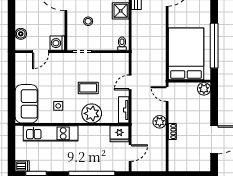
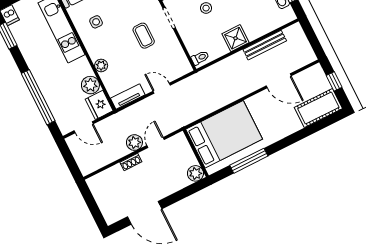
window: (214, 46) -> (249, 161), width x0.68
coffee table: (88, 88) -> (144, 36), moved
door: (167, 94) -> (156, 142), moved
plant: (92, 113) -> (101, 65), width x0.53, depth x0.53
plant: (102, 133) -> (90, 85), added

